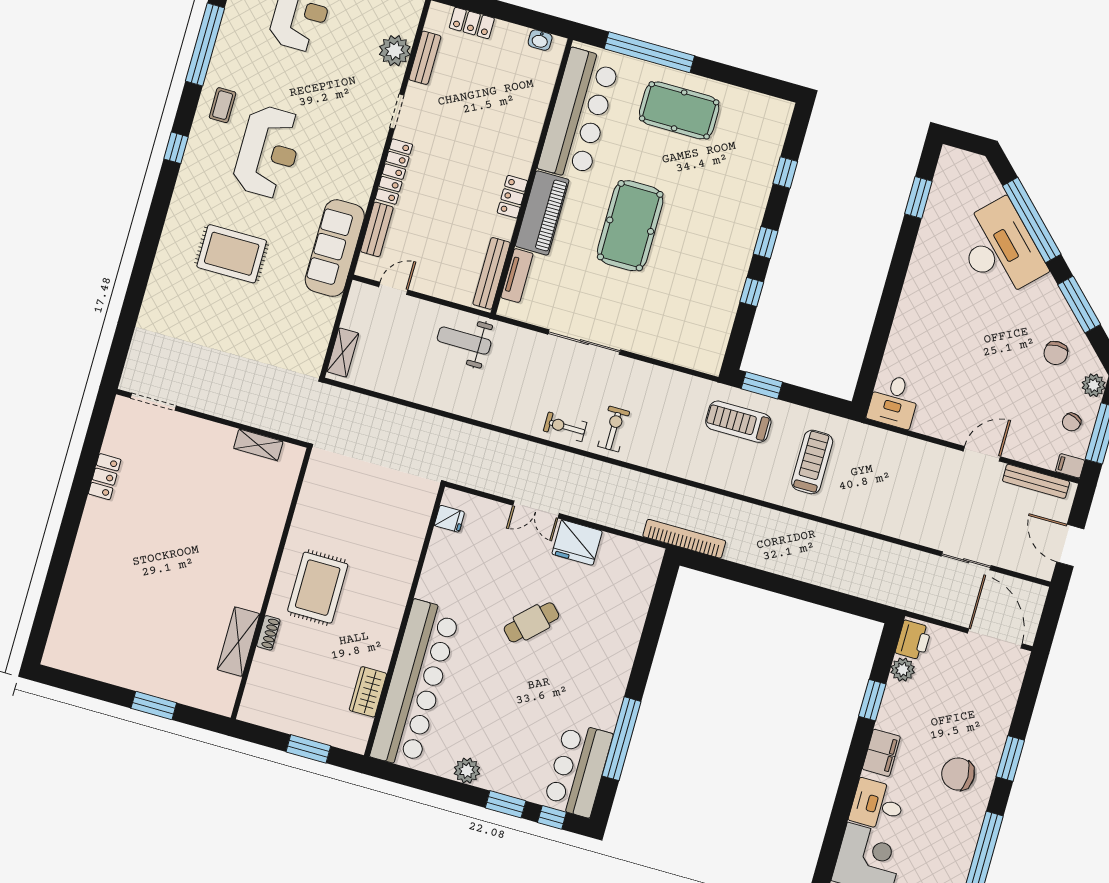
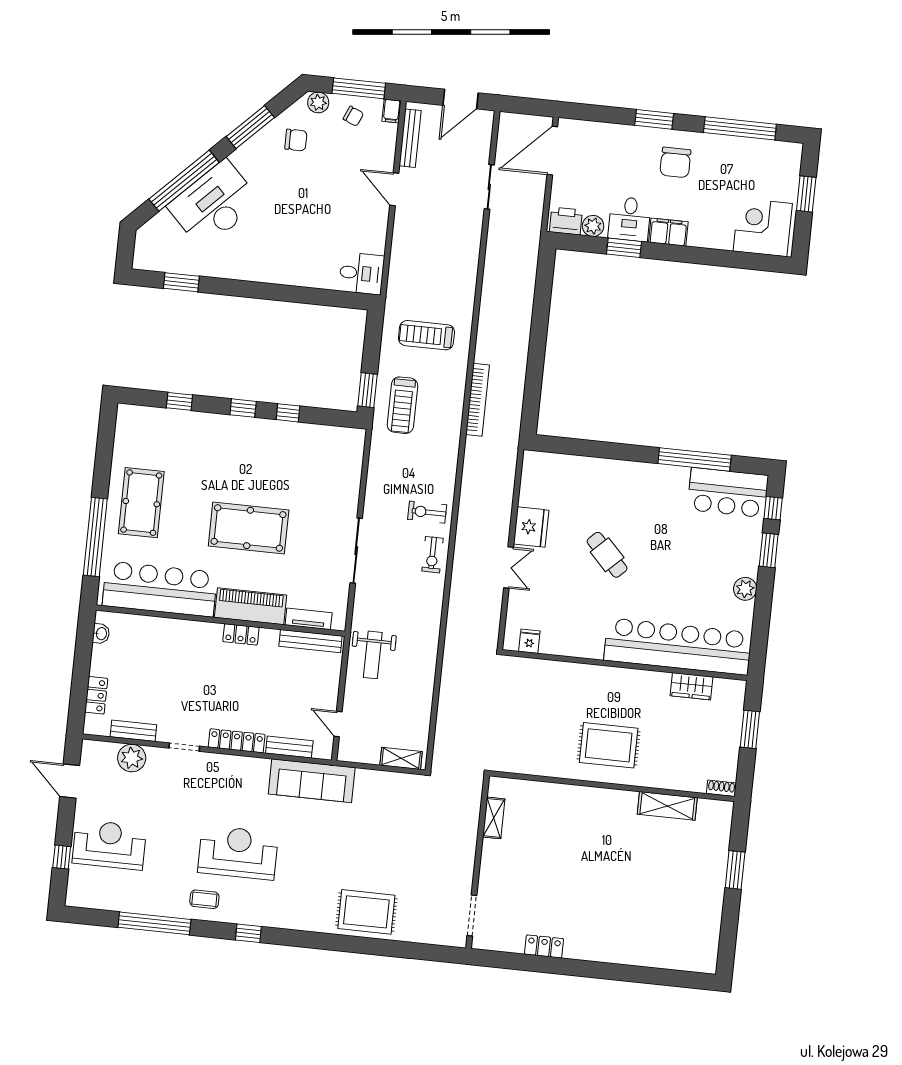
rug: (232, 254) -> (366, 912), moved, turned 90
bookcase: (684, 539) -> (477, 400), moved, turned 180
shoe rack: (268, 633) -> (721, 788), moved
desk: (877, 805) -> (630, 219), moved

